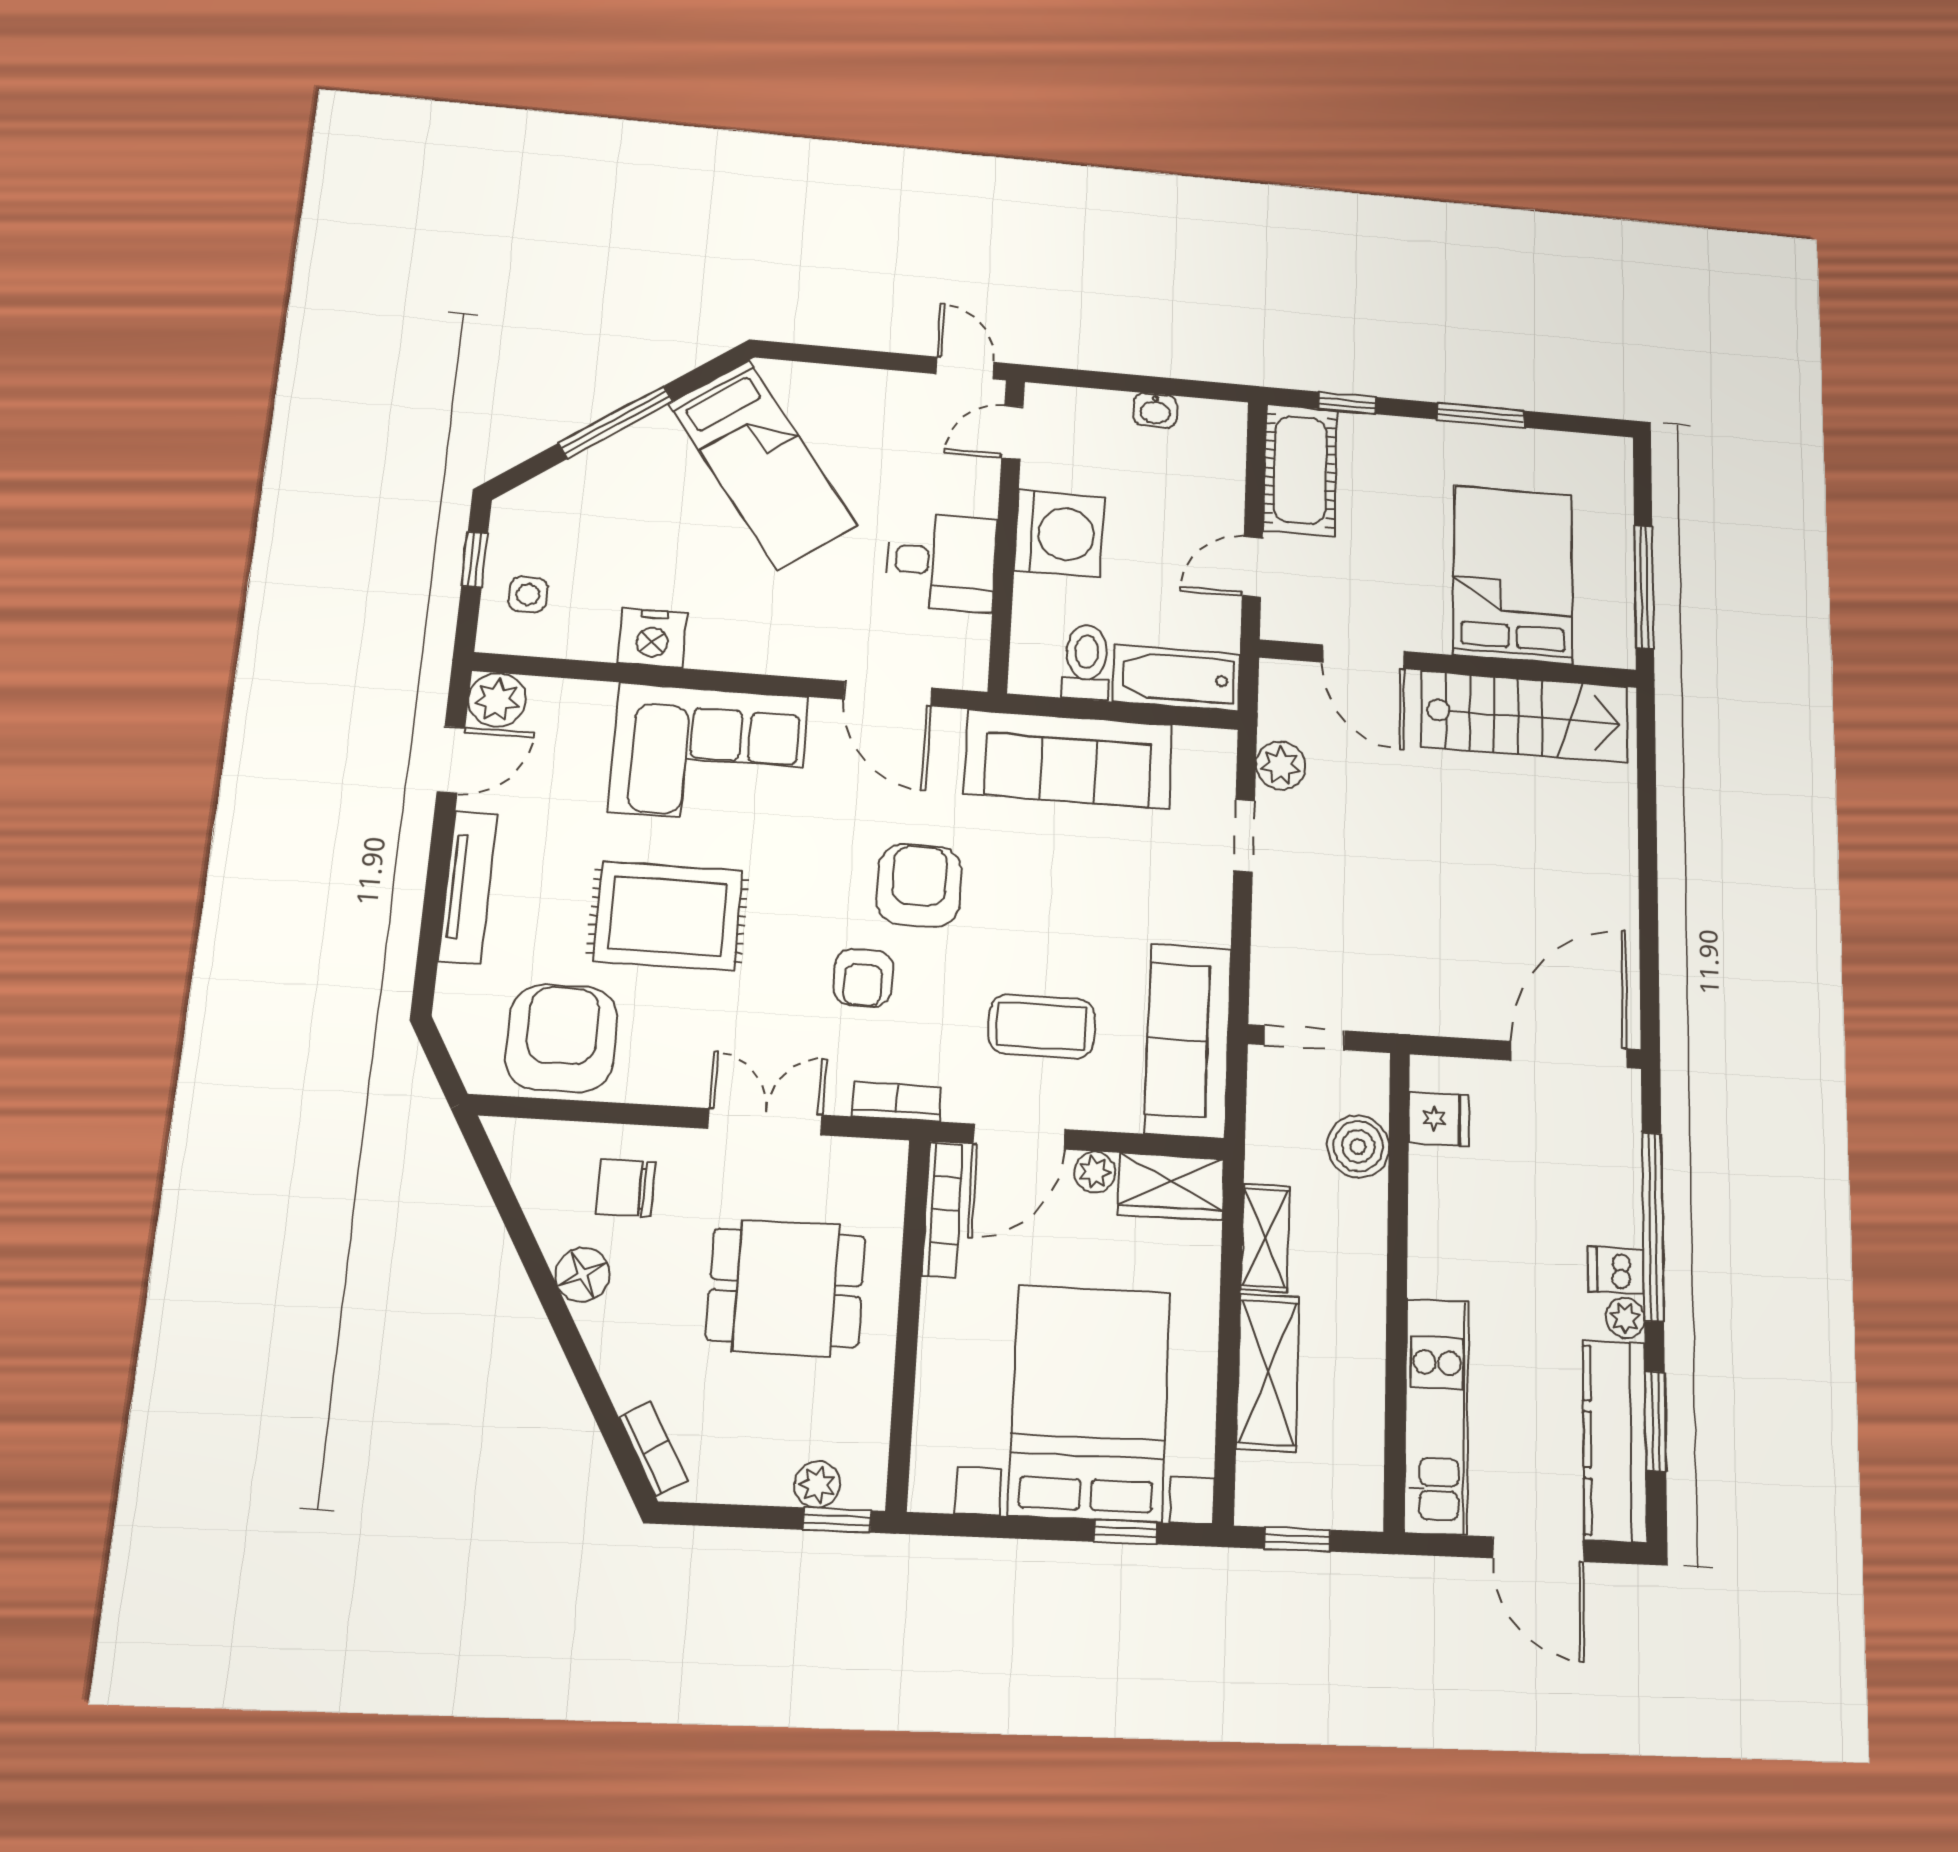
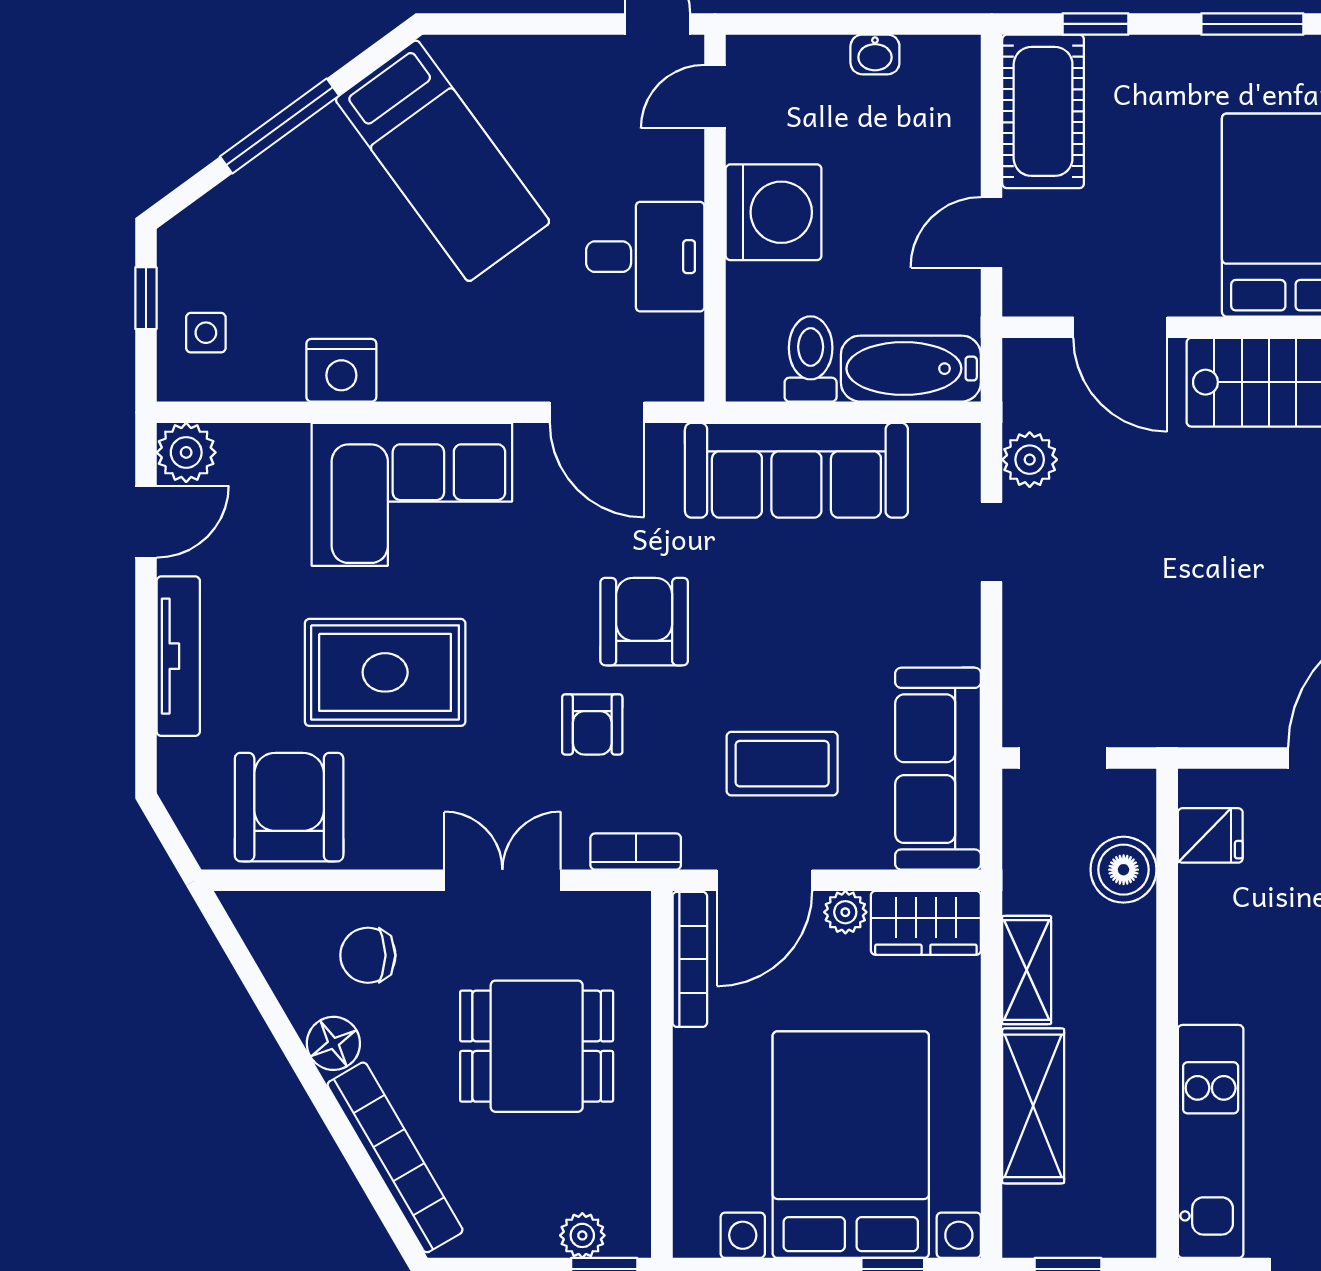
bookcase: (653, 1449) -> (395, 1157), width x2.31, depth x1.31

